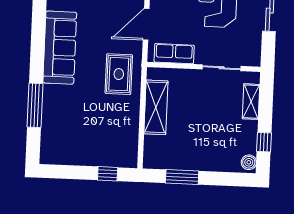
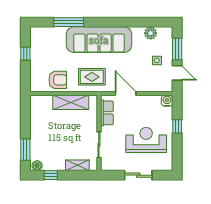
sofa: (60, 48) -> (99, 40), width x1.36, depth x1.27
armchair: (121, 126) -> (58, 80), added
window: (108, 174) -> (25, 54), moved
window: (182, 177) -> (25, 150), moved

